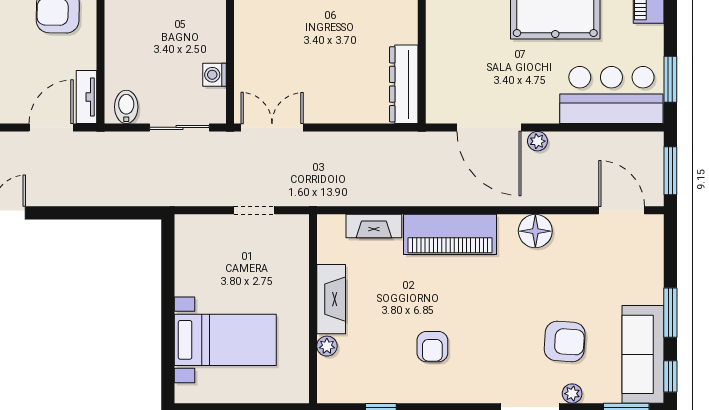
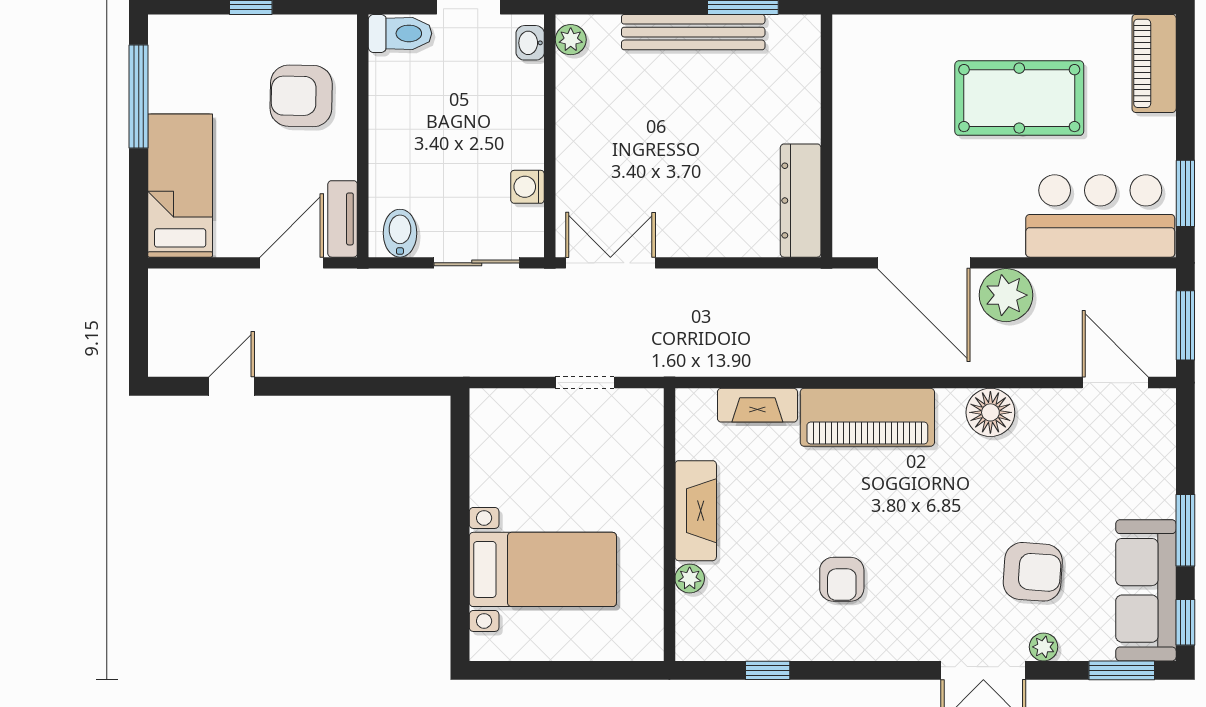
plant: (537, 141) -> (1006, 295), width x1.87, depth x1.87

